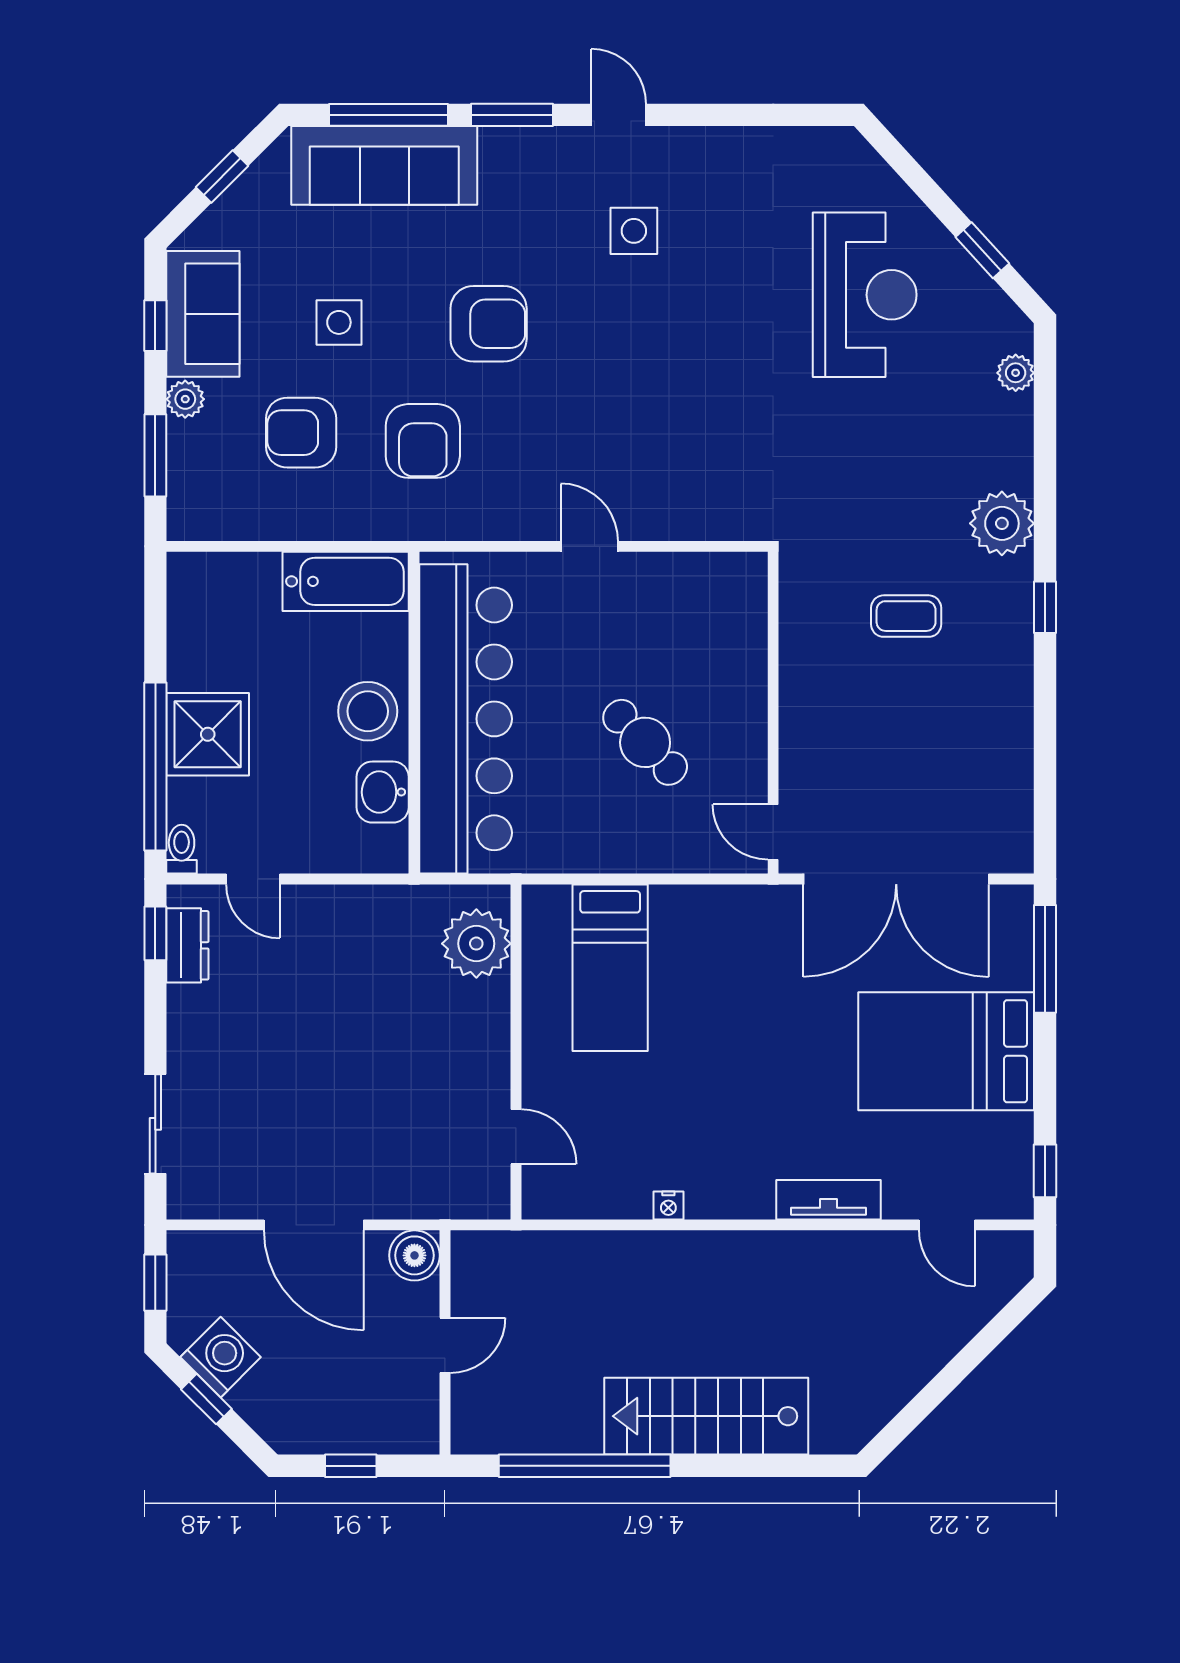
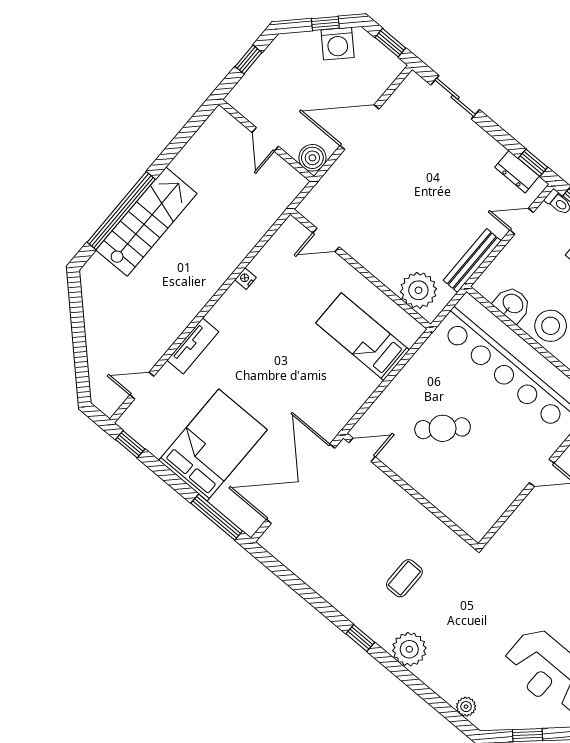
bench: (369, 902) -> (472, 261), added
window: (585, 1466) -> (121, 211), moved

